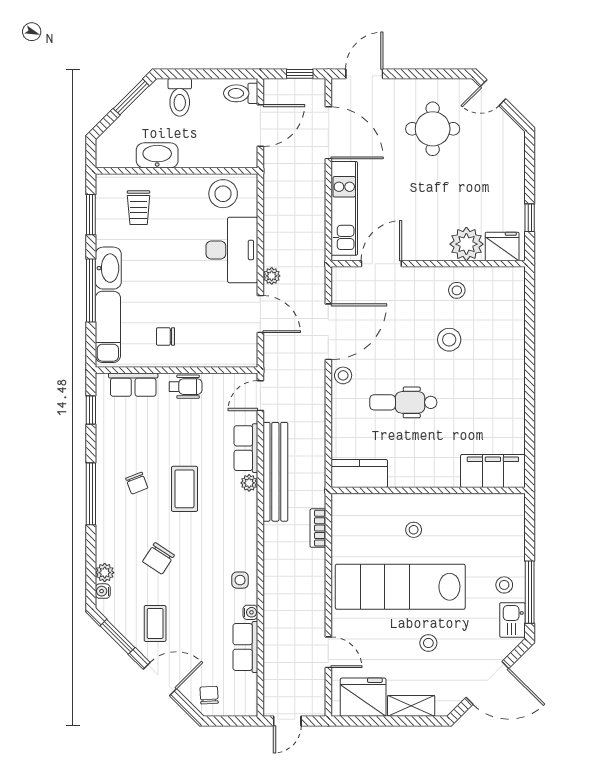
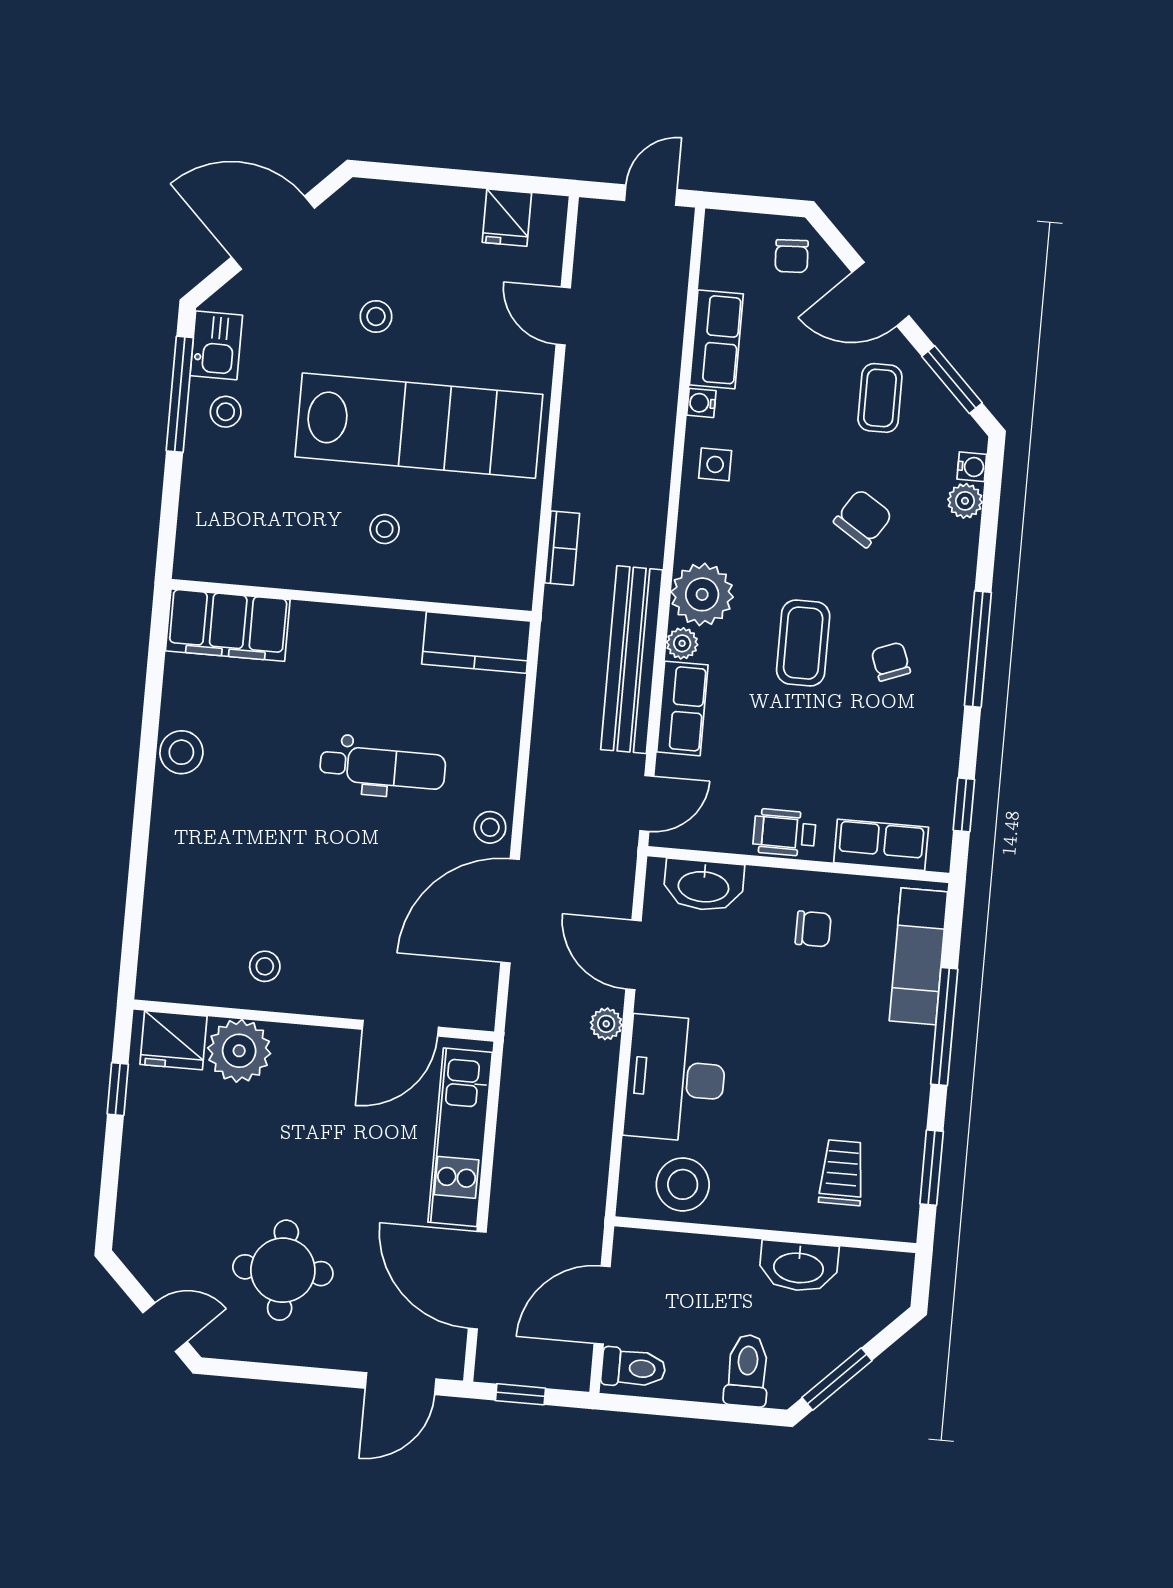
washbasin: (108, 268) -> (704, 885), moved, turned -90
stool: (449, 340) -> (181, 752), moved
plant: (241, 510) -> (702, 594), added
fridge: (363, 697) -> (507, 218), width x0.53, depth x0.75
shelving: (411, 706) -> (418, 203), removed

